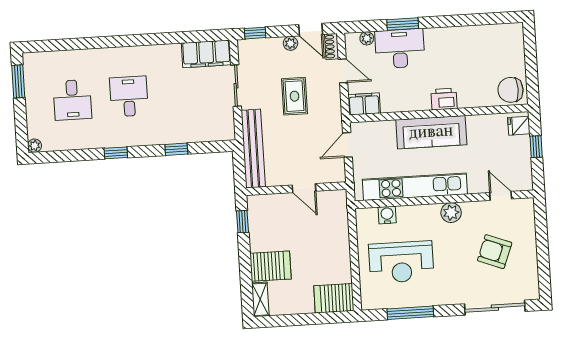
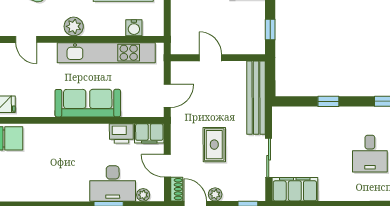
printer: (444, 99) -> (121, 133), moved

